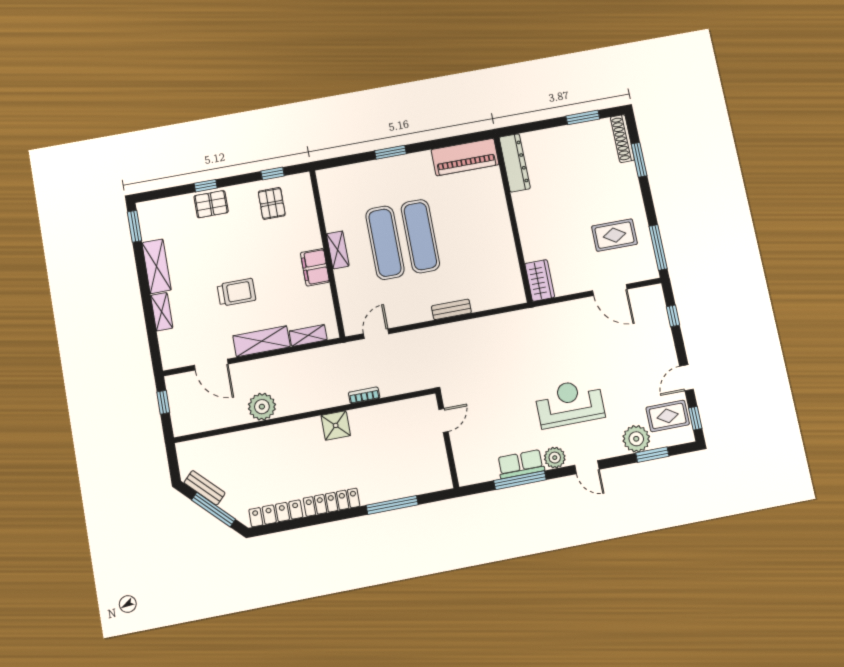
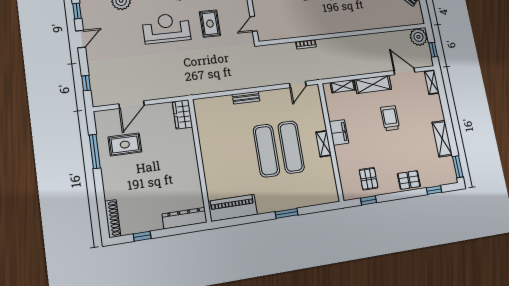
window: (583, 117) -> (142, 236), width x0.67
window: (639, 160) -> (101, 201), removed
dresser: (515, 163) -> (185, 218), moved, turned 90
window: (206, 186) -> (434, 190), moved
window: (658, 248) -> (95, 151), moved
door: (610, 290) -> (132, 105), swing flipped
trolley: (236, 292) -> (390, 118), turned 90
shelving: (162, 312) -> (432, 82), moved
reception desk: (570, 403) -> (166, 28), turned 180
plant: (262, 407) -> (418, 37), moved
rug: (668, 416) -> (210, 24), moved, turned 90
shower: (336, 425) -> (324, 26), removed

